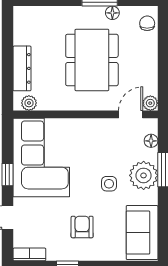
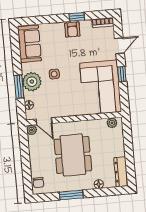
floor lamp: (112, 13) -> (99, 184), moved
dresser: (22, 68) -> (121, 172), moved
door: (131, 114) -> (44, 121), hinge flipped
armchair: (82, 227) -> (72, 30), moved

